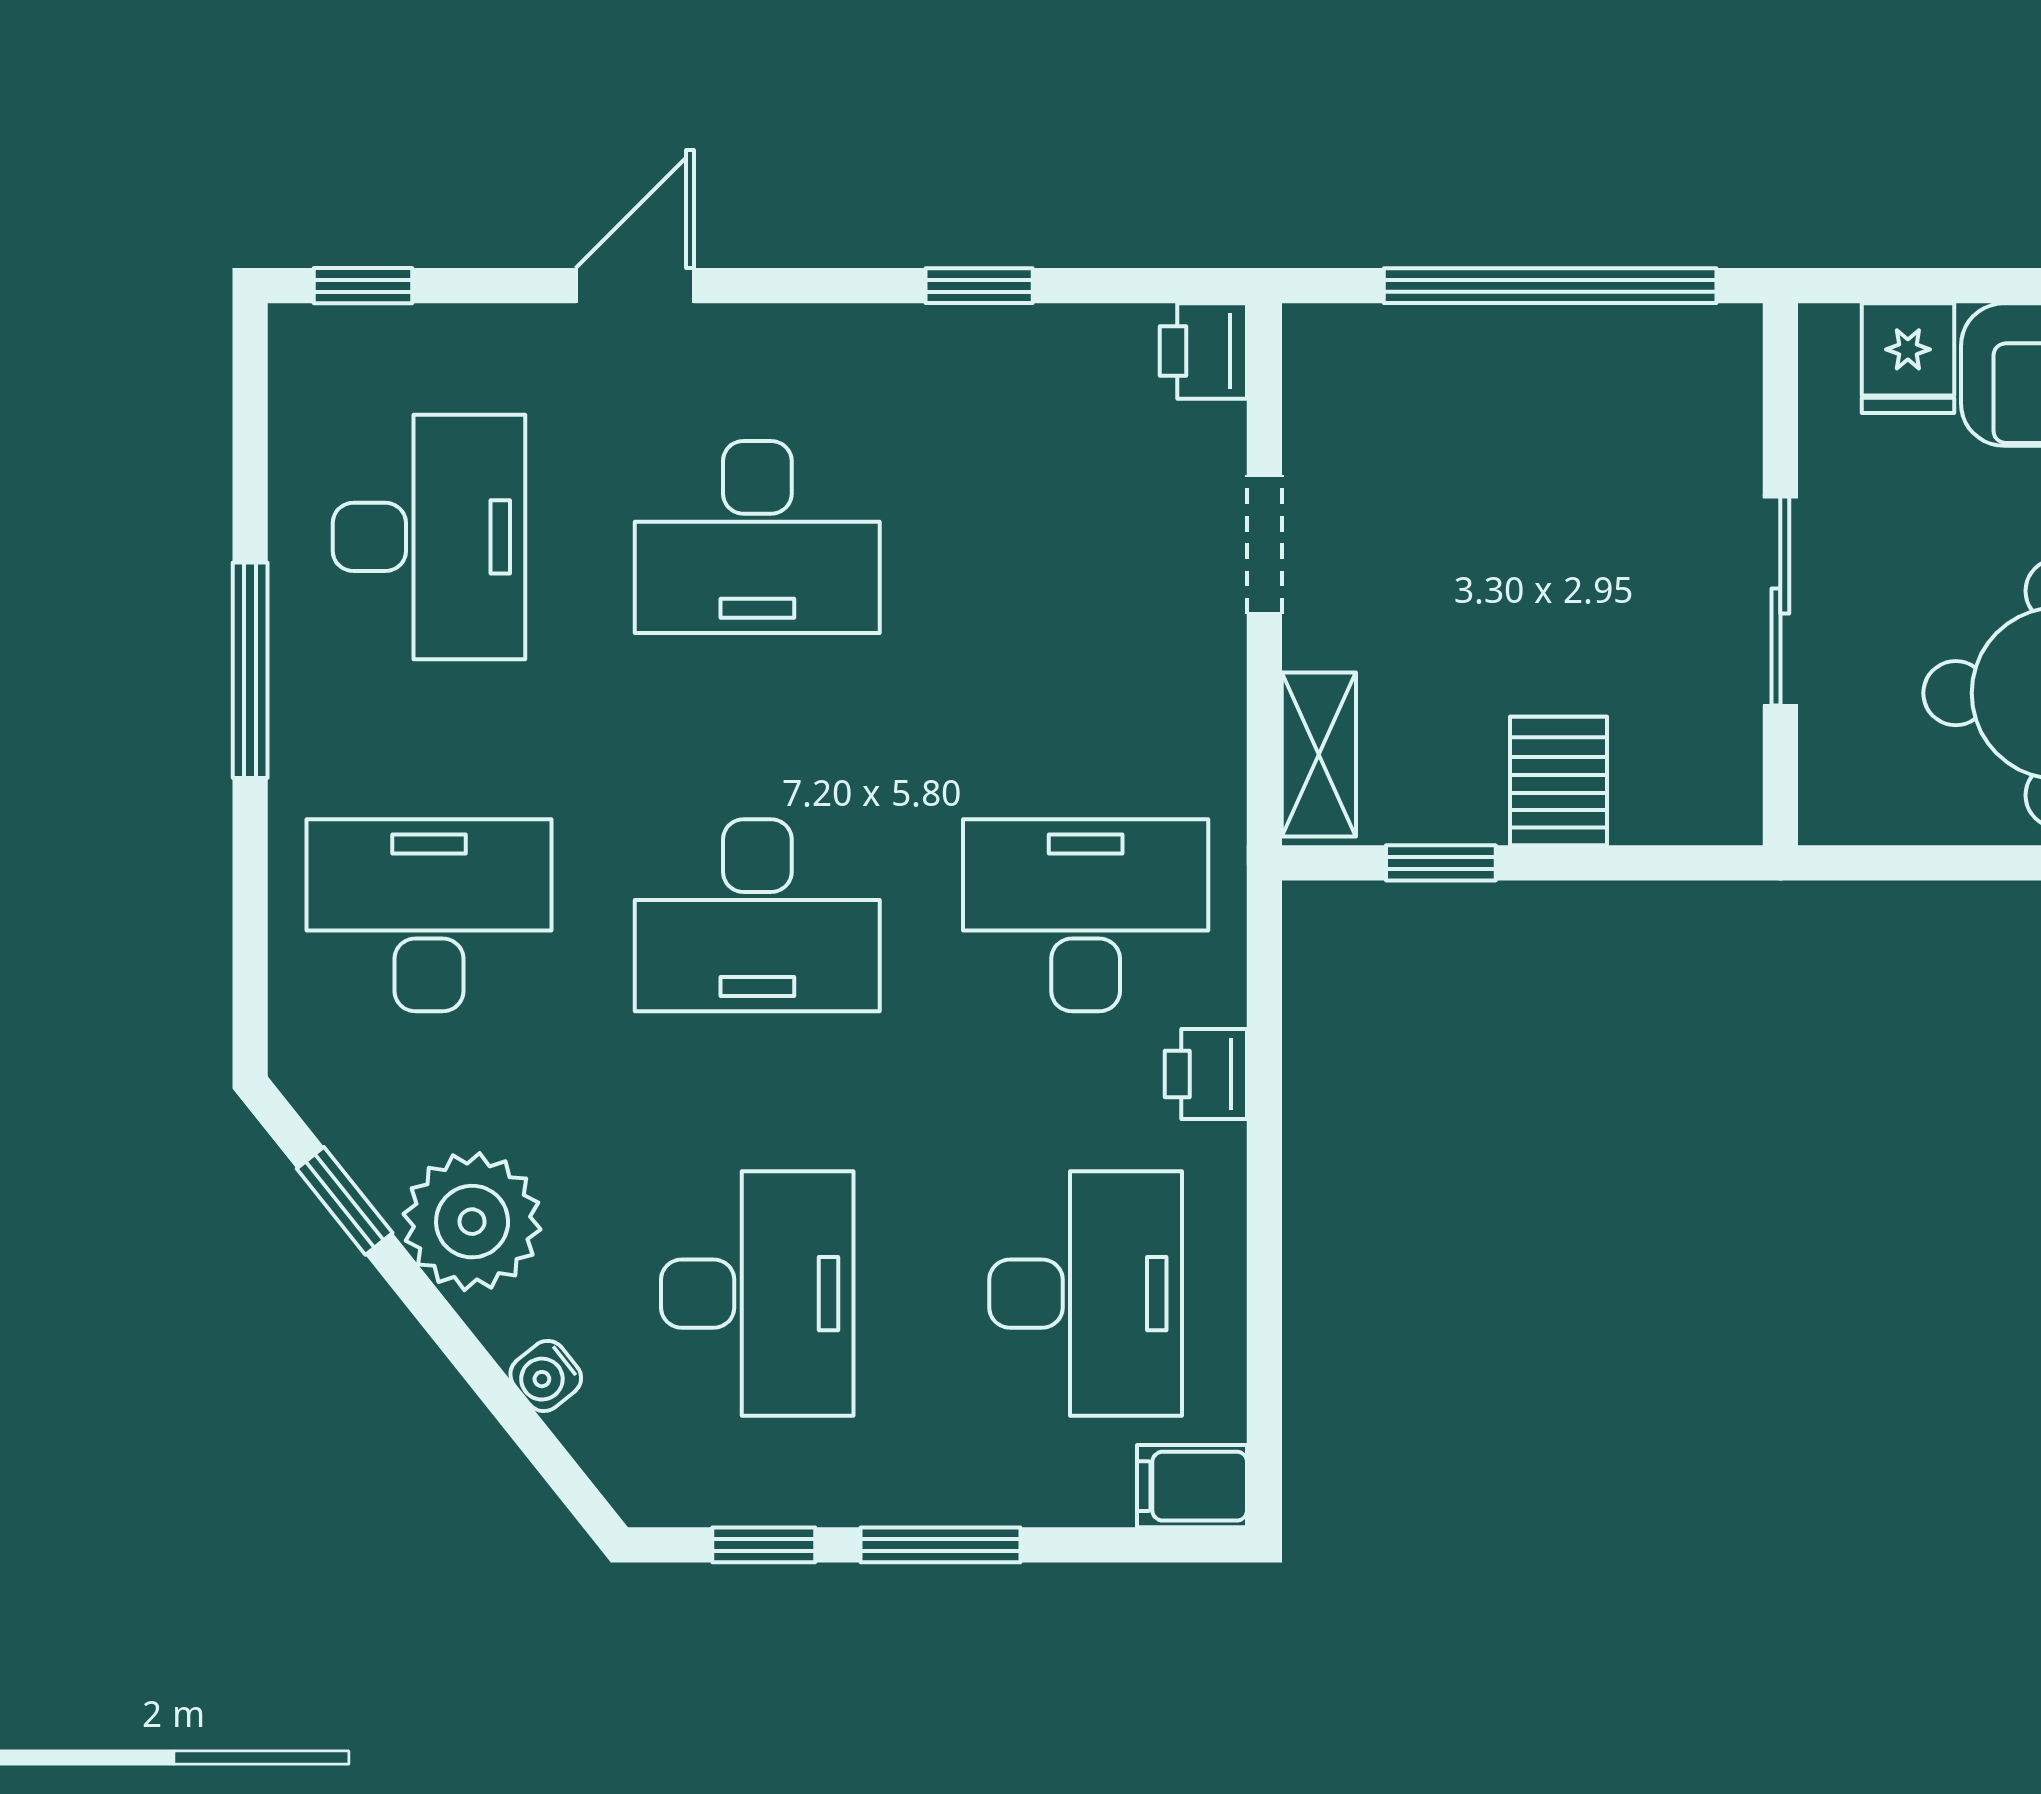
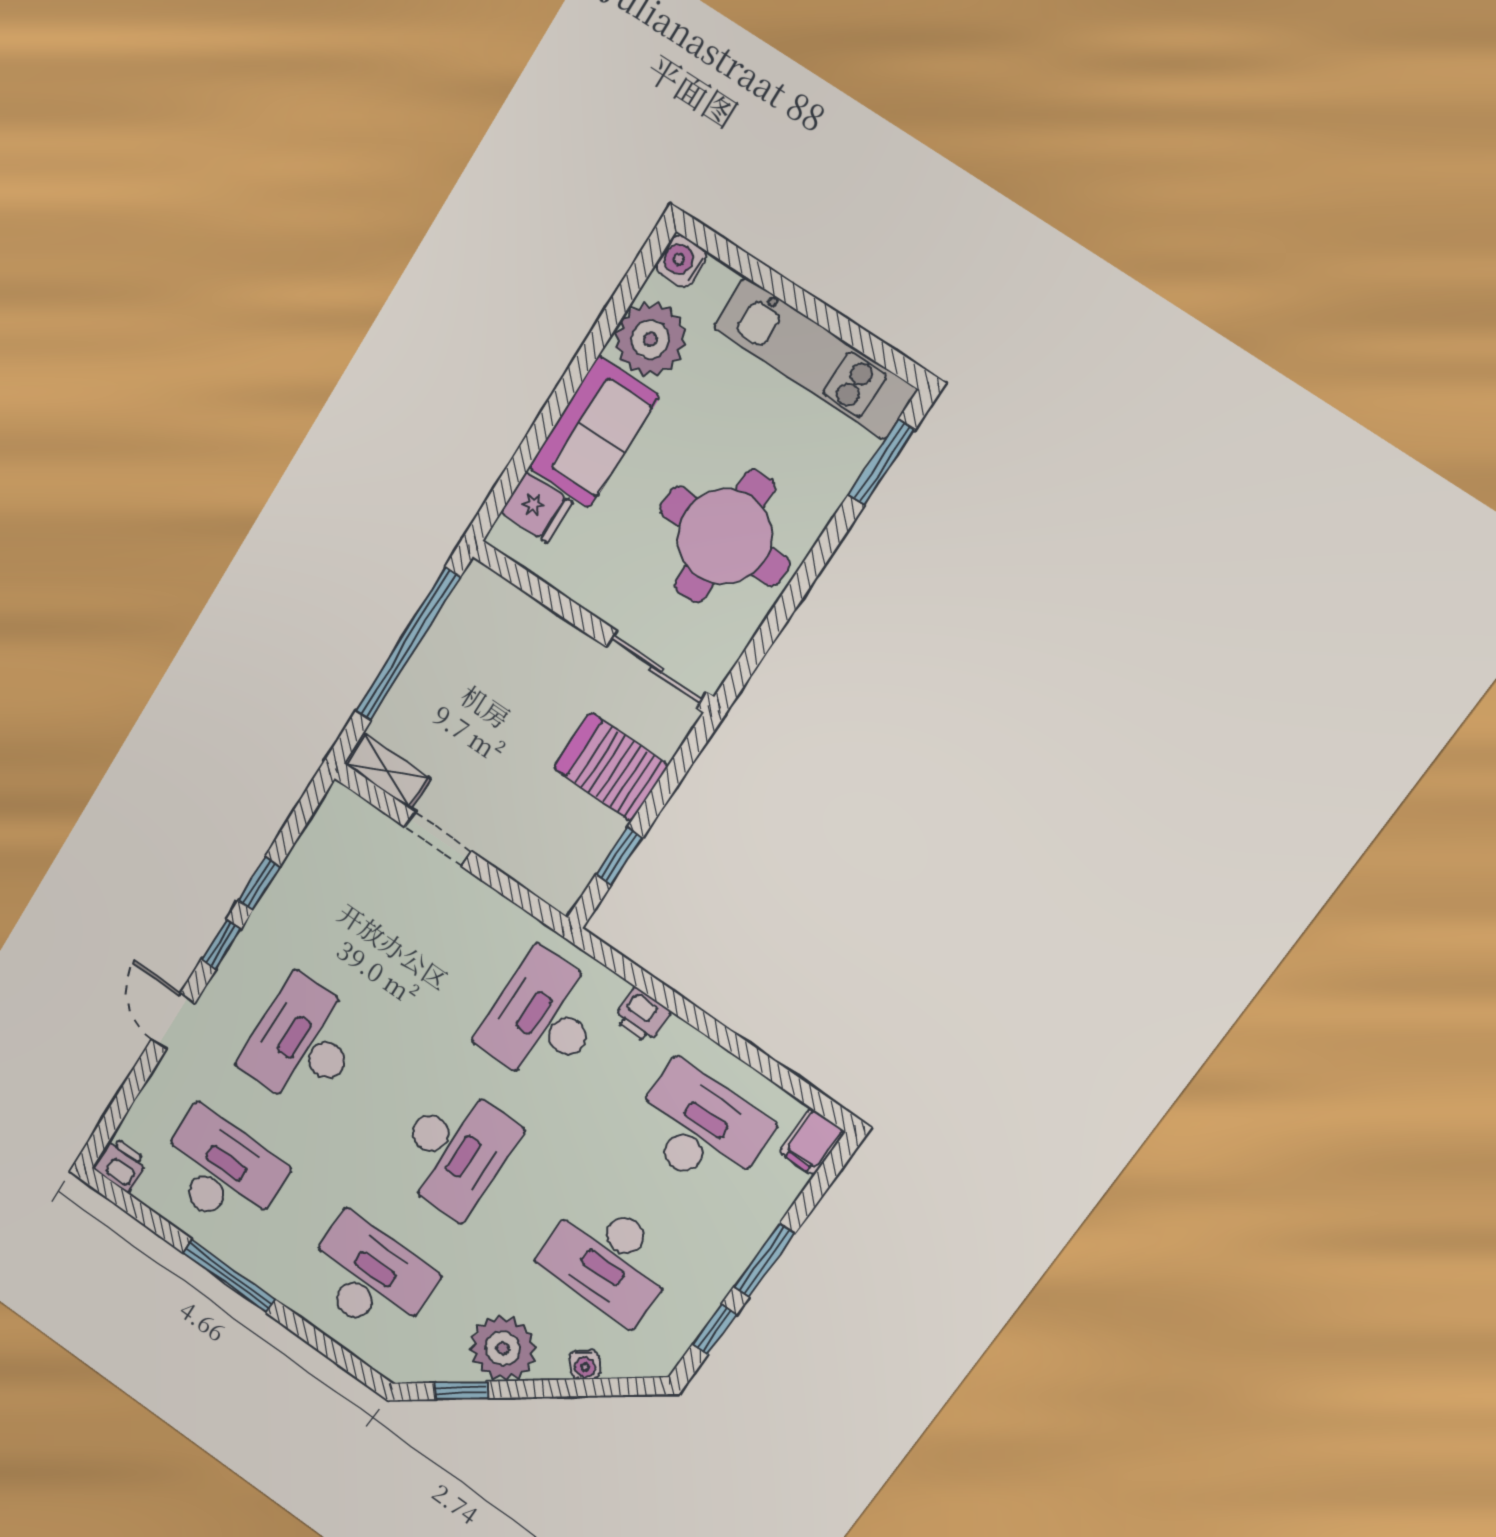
window: (363, 286) -> (221, 944), moved
printer: (1203, 351) -> (121, 1164), moved, turned 180
desk: (757, 537) -> (303, 1043), turned 180
sliding door: (1780, 601) -> (657, 669), moved
shelving: (1319, 754) -> (387, 771), moved
server rack: (1558, 781) -> (611, 767), width x1.36, depth x1.44
desk: (429, 915) -> (370, 1277), turned 90
desk: (757, 1294) -> (609, 1259), turned 180

